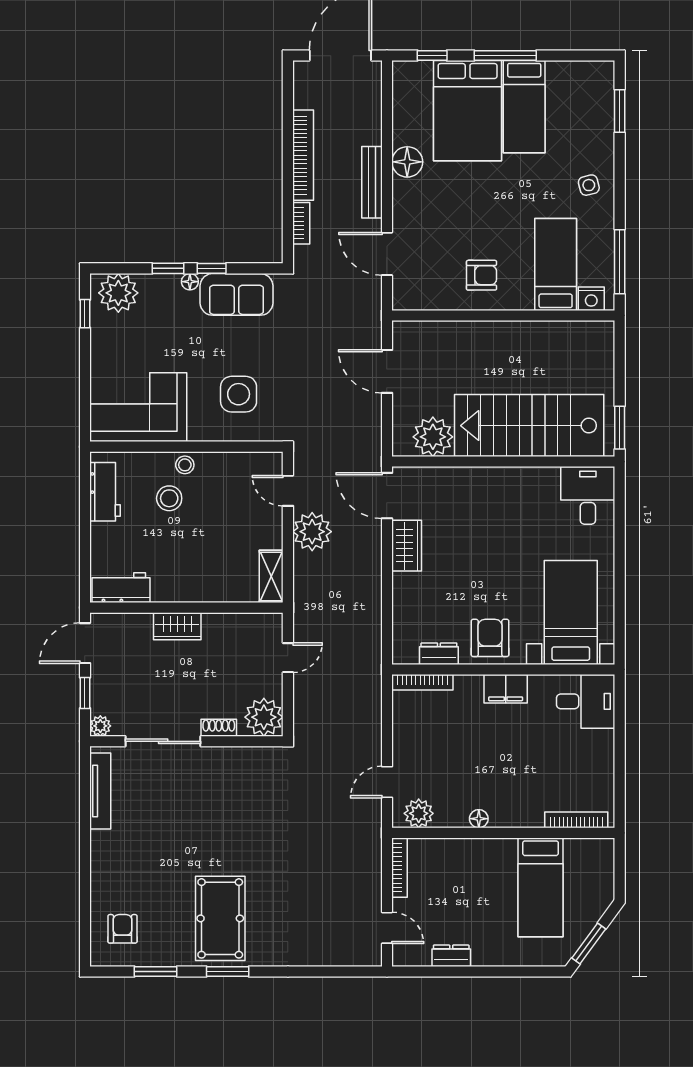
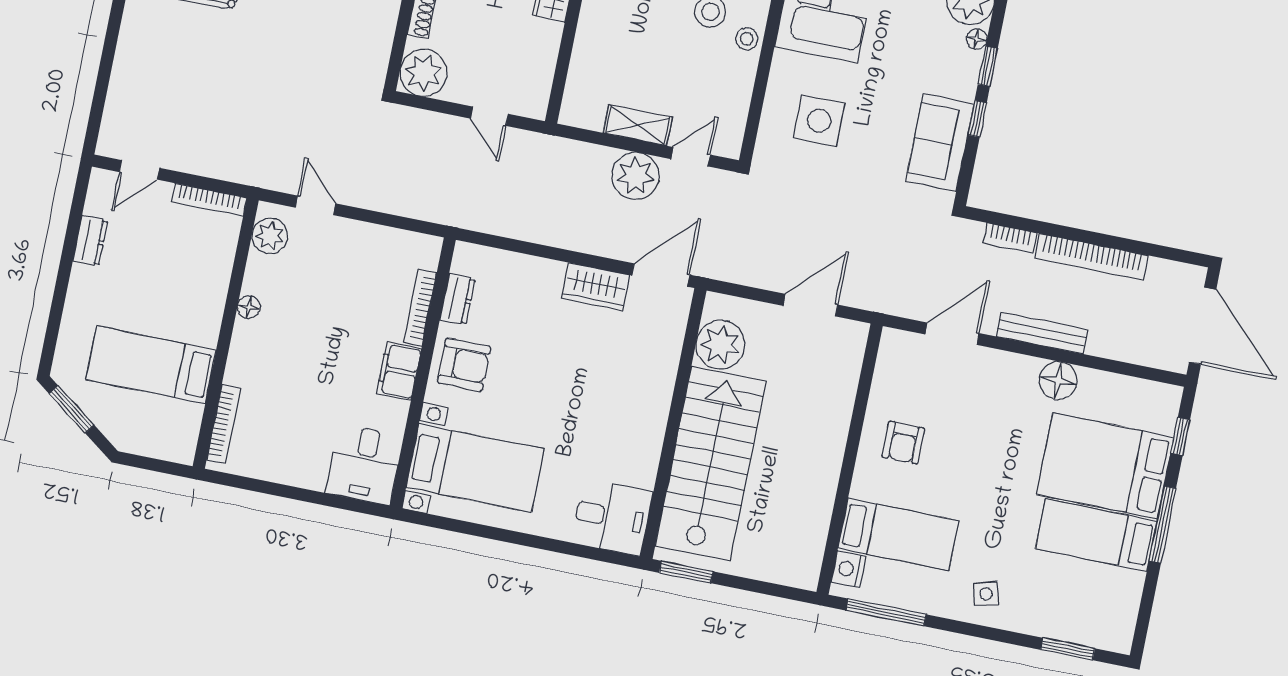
floor lamp: (190, 282) -> (977, 39), moved
shelving: (271, 576) -> (638, 125), moved
bookcase: (422, 682) -> (420, 308), moved

